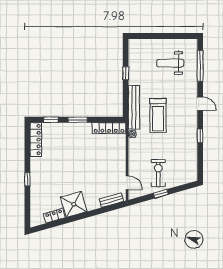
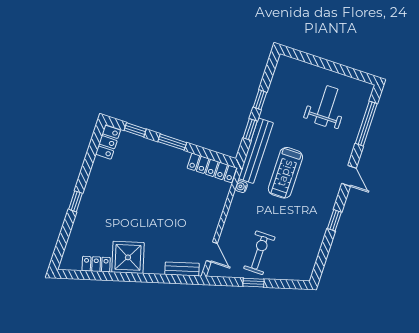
weight bench: (170, 63) -> (326, 106), turned 90
window: (126, 95) -> (250, 129), added
locker: (36, 140) -> (108, 142), width x0.66

